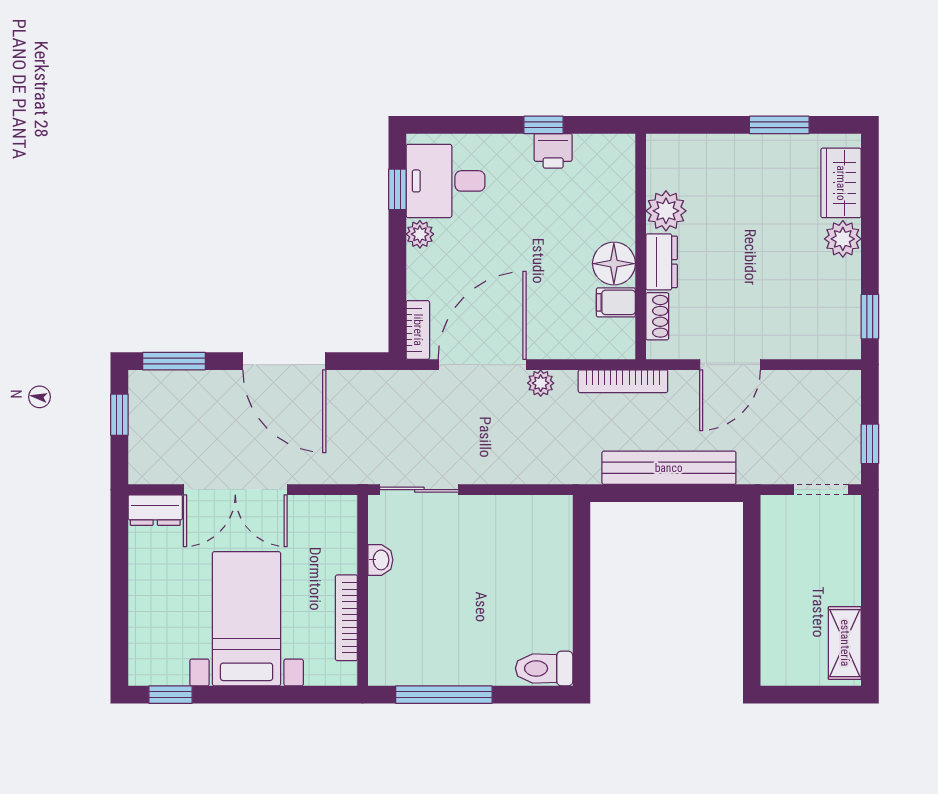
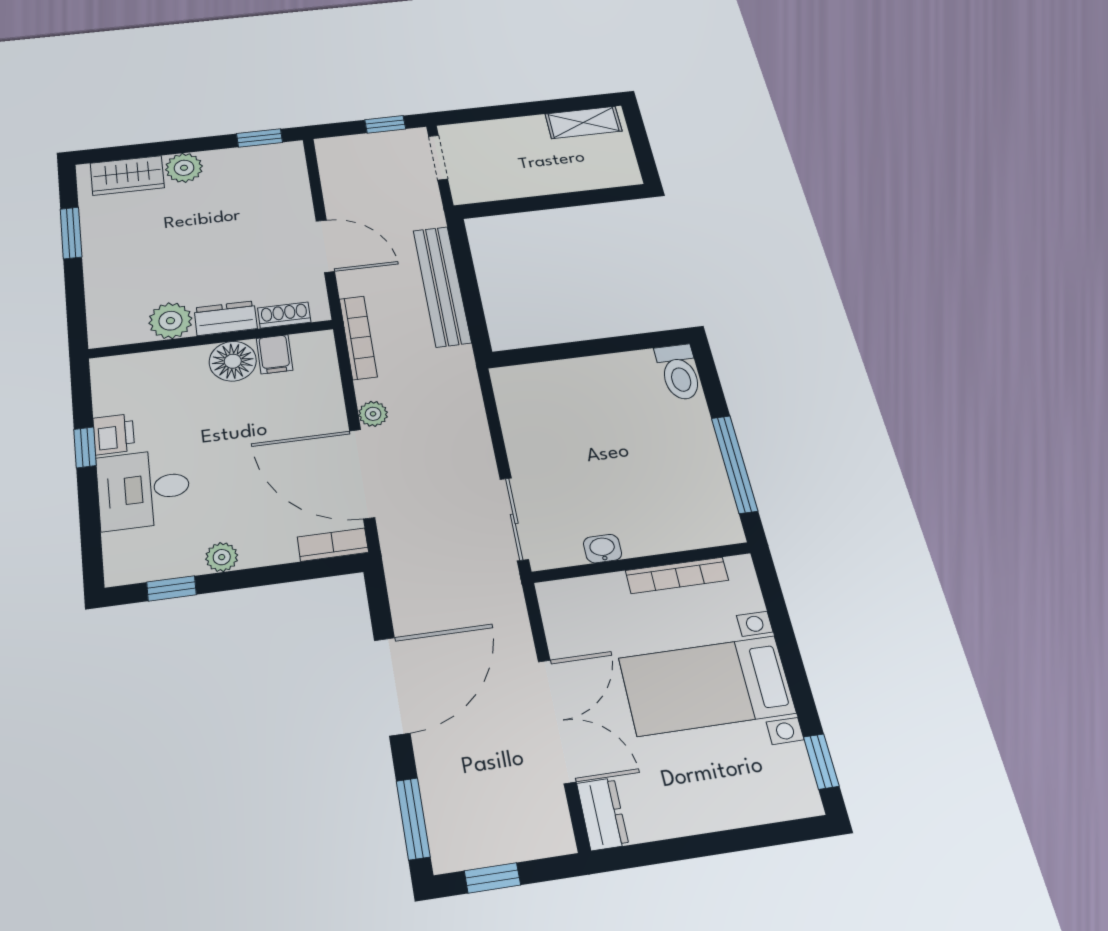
desk: (445, 181) -> (143, 489), moved, turned 90

